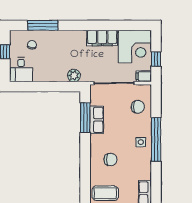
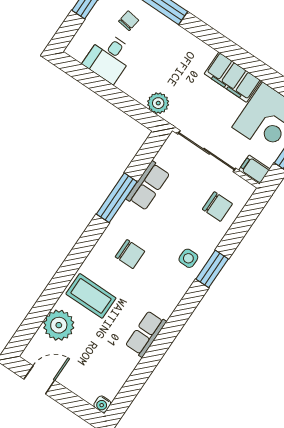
desk: (21, 70) -> (109, 58), moved
window: (85, 118) -> (117, 198), moved
window: (156, 139) -> (212, 269), width x0.47

